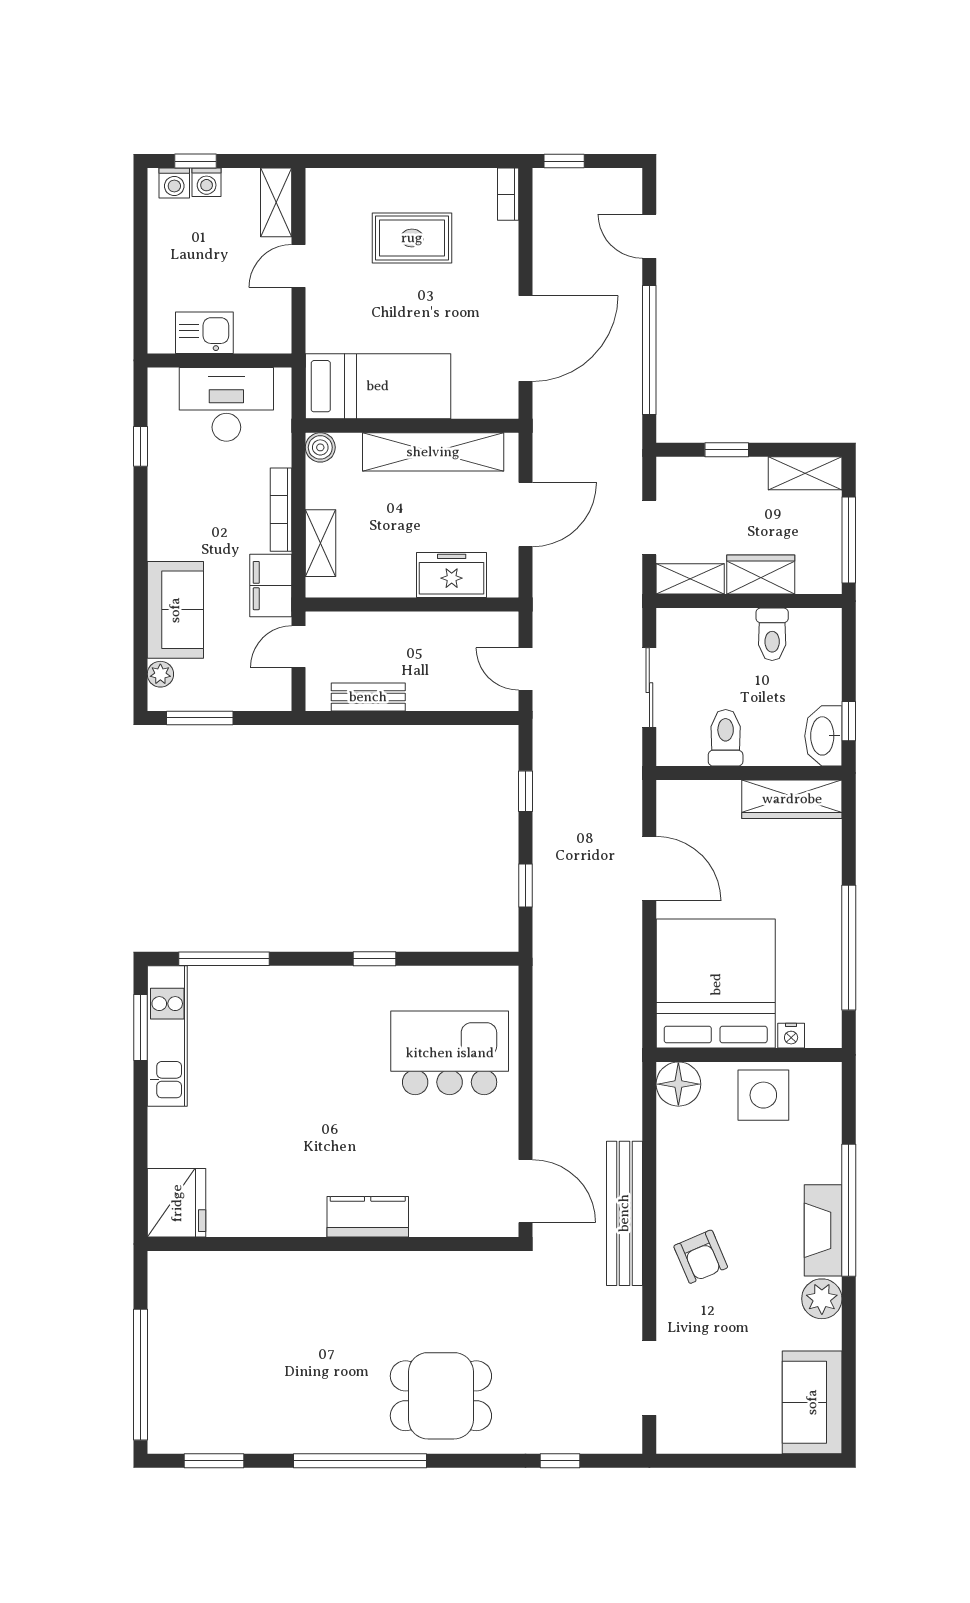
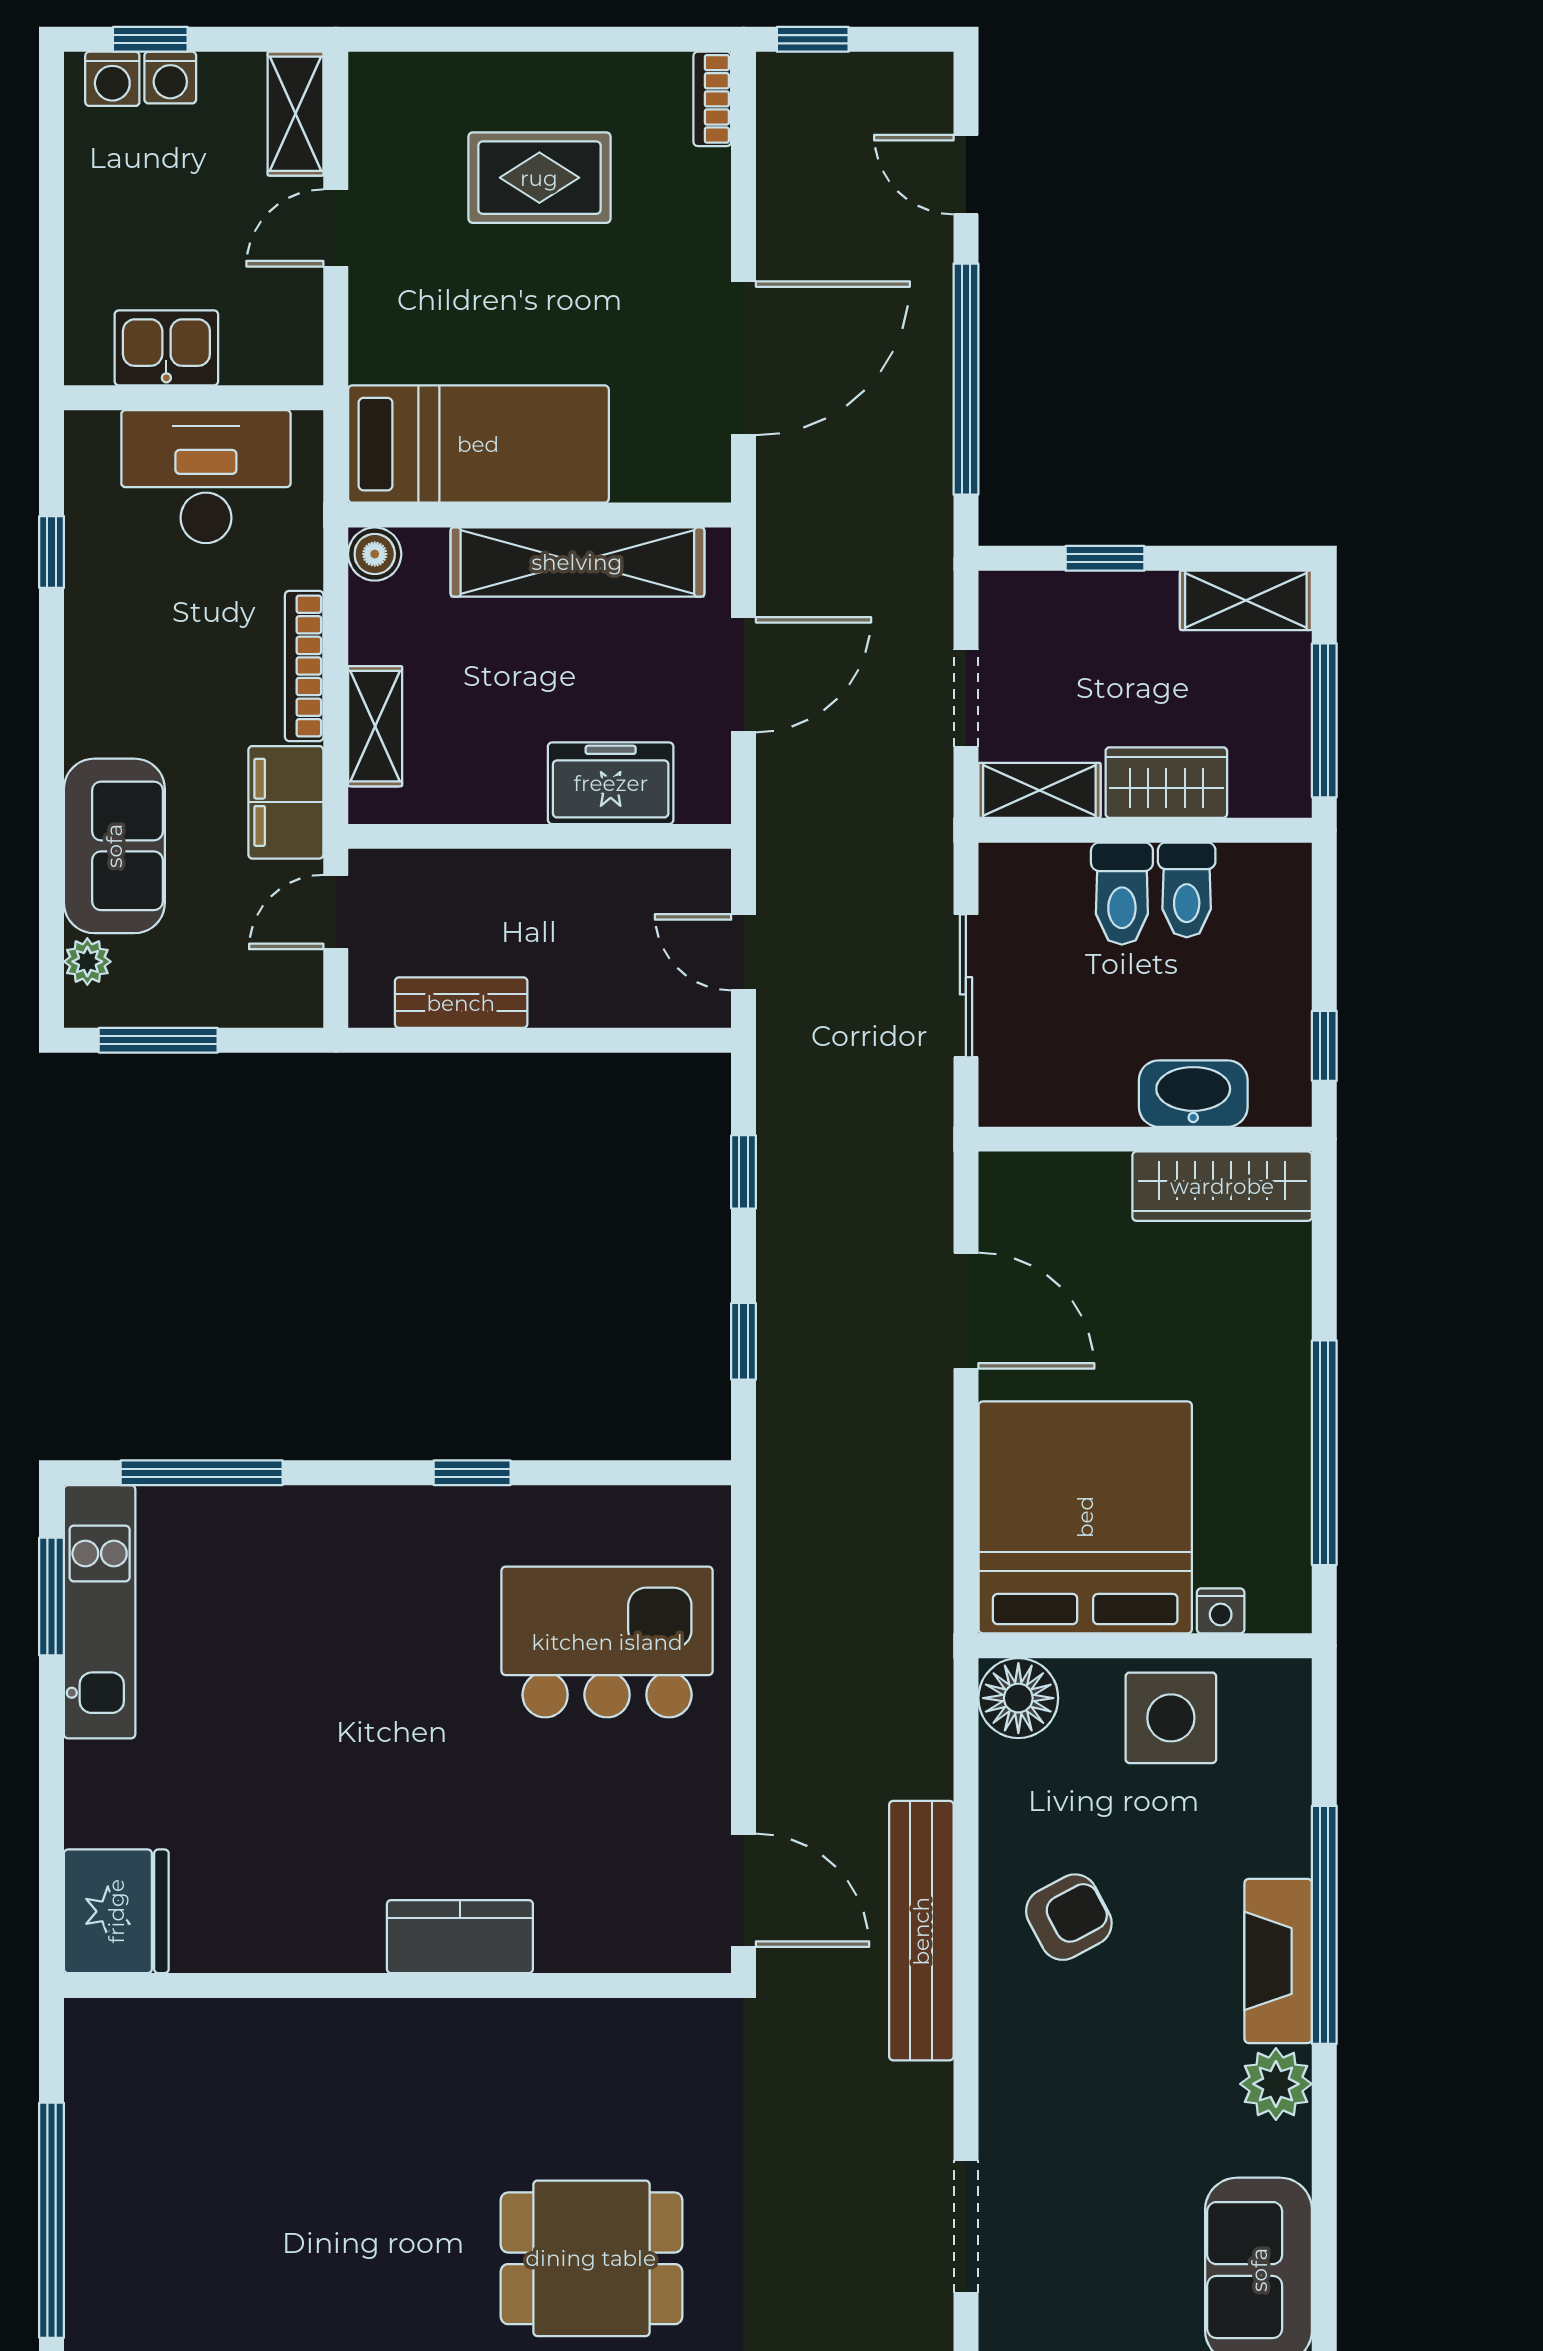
washbasin: (823, 736) -> (1193, 1094), moved, turned 90
toilet: (726, 738) -> (1122, 894), moved, turned 180
armchair: (701, 1257) -> (1069, 1917), moved, turned -95

